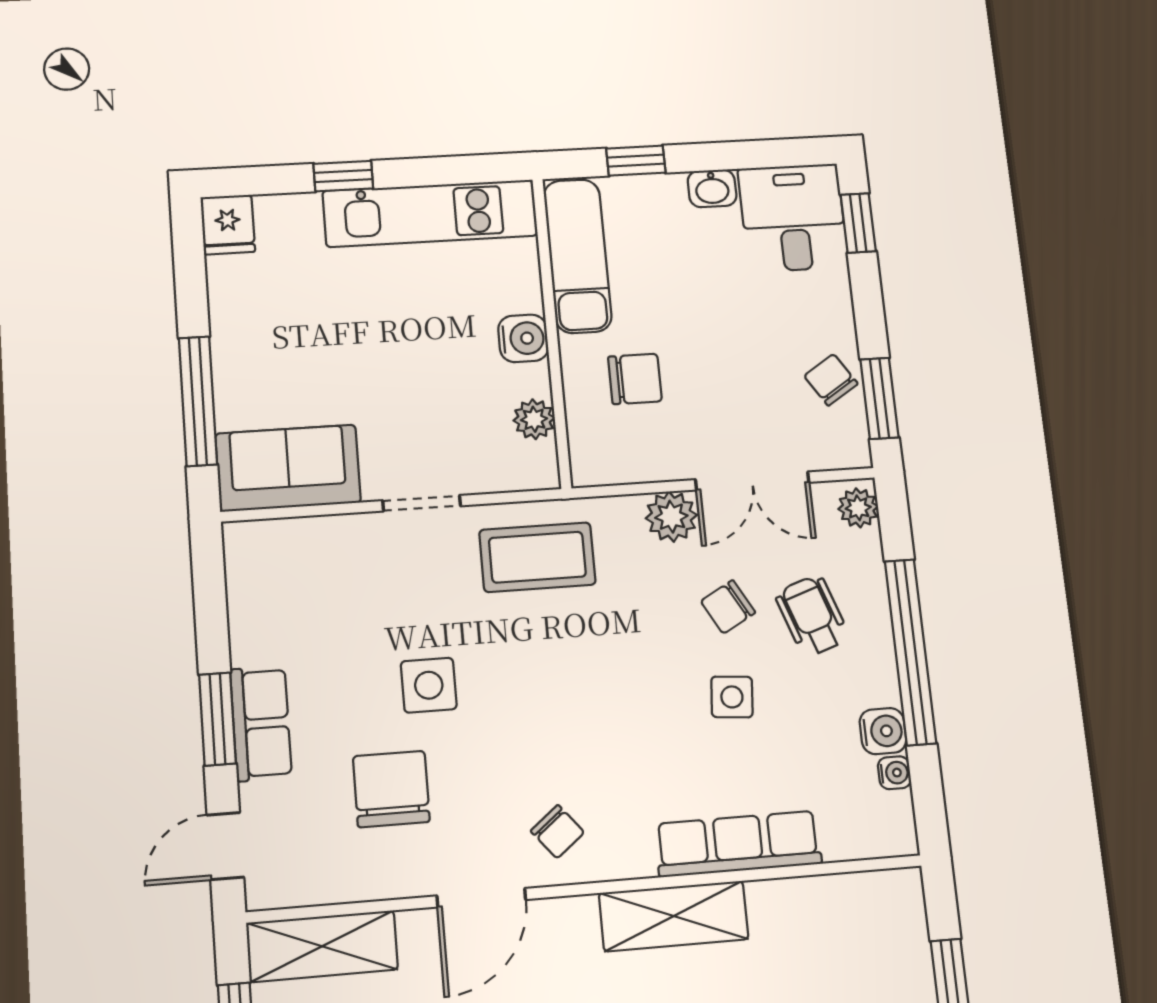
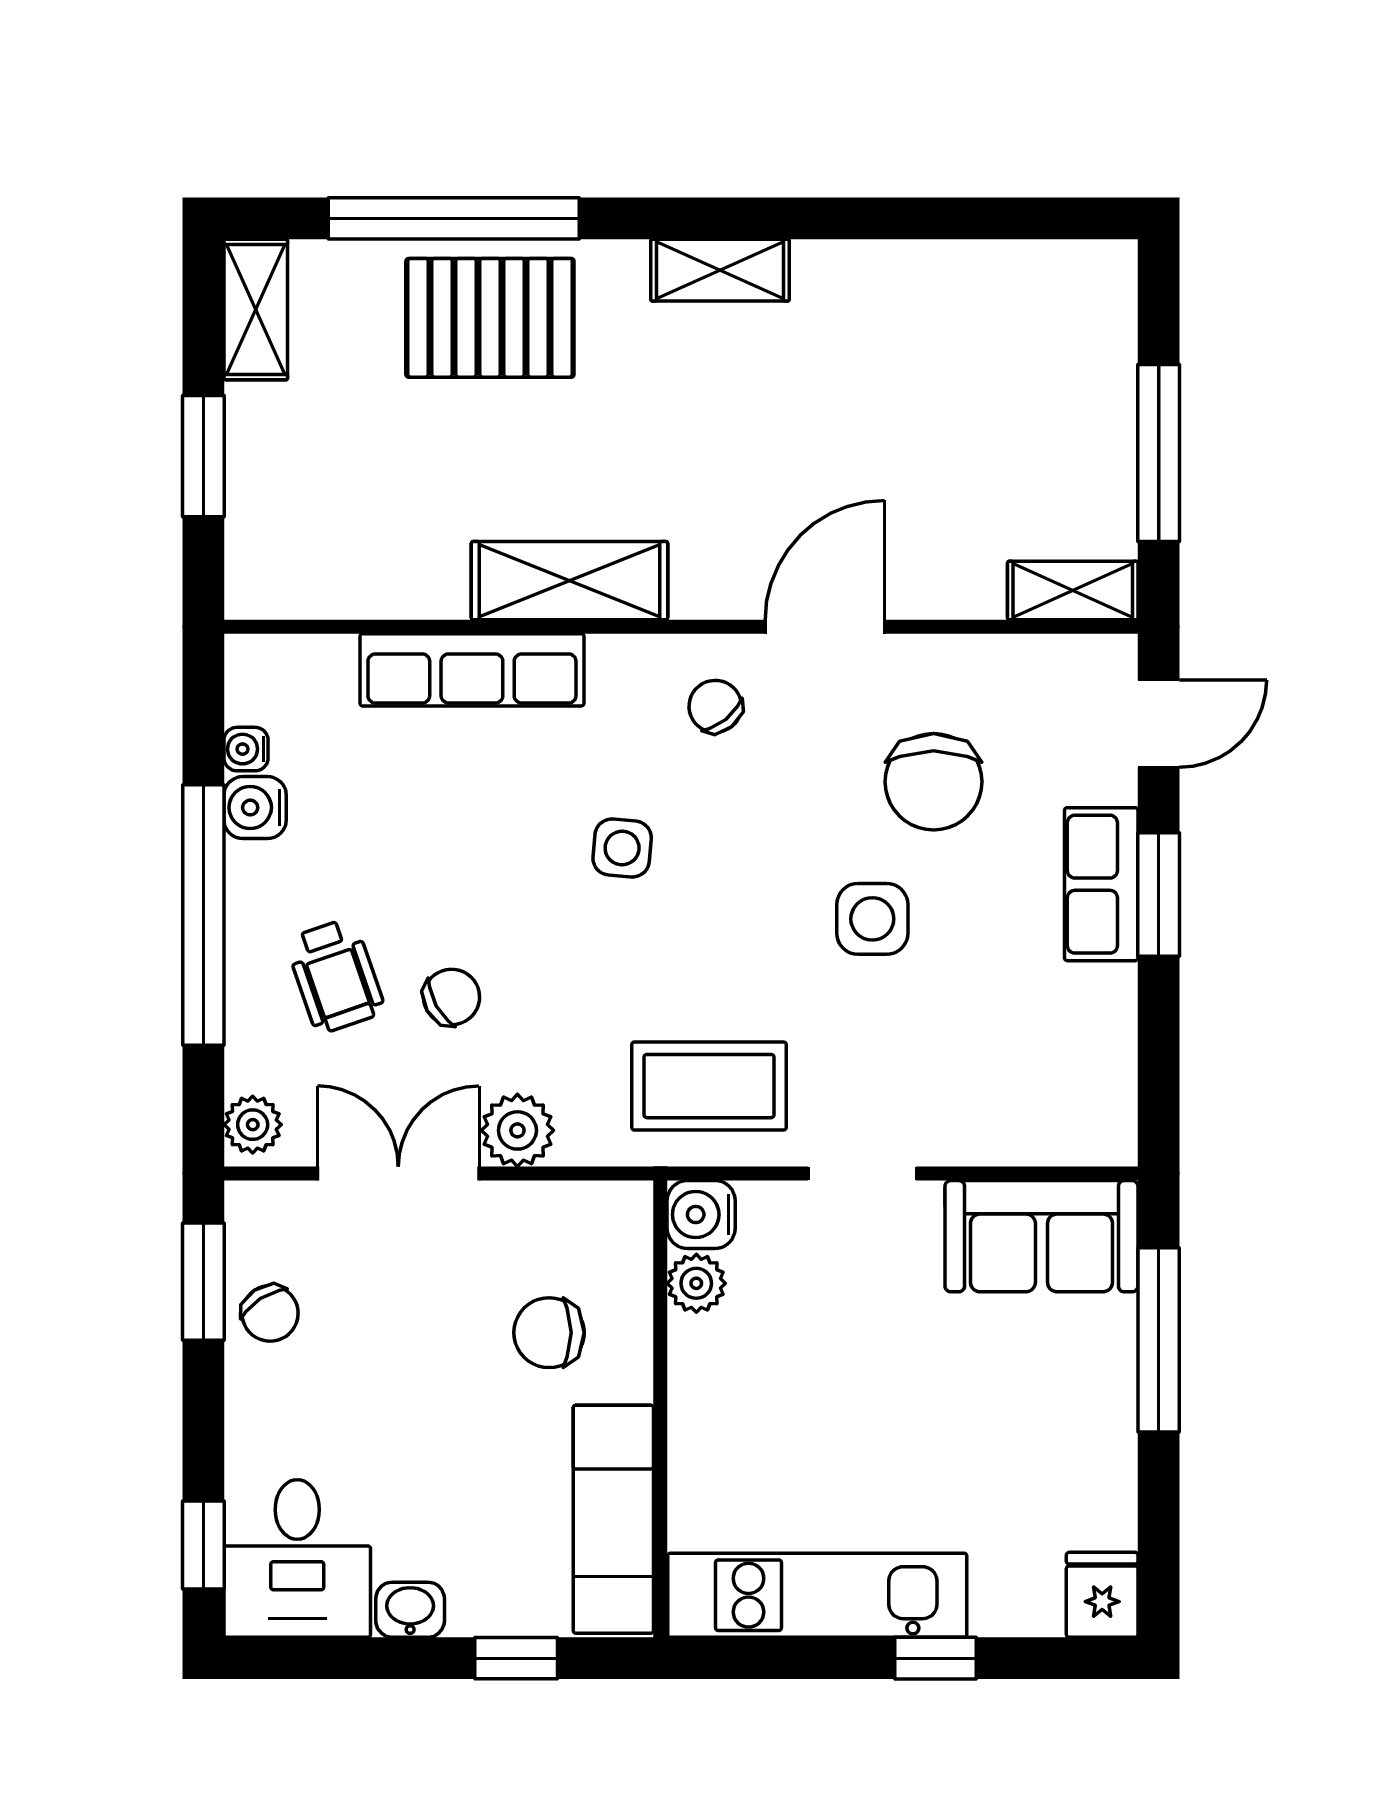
water cooler: (523, 338) -> (701, 1215), moved
side table: (732, 697) -> (622, 848), moved
shelving: (322, 946) -> (1073, 590), width x0.67, depth x0.75

